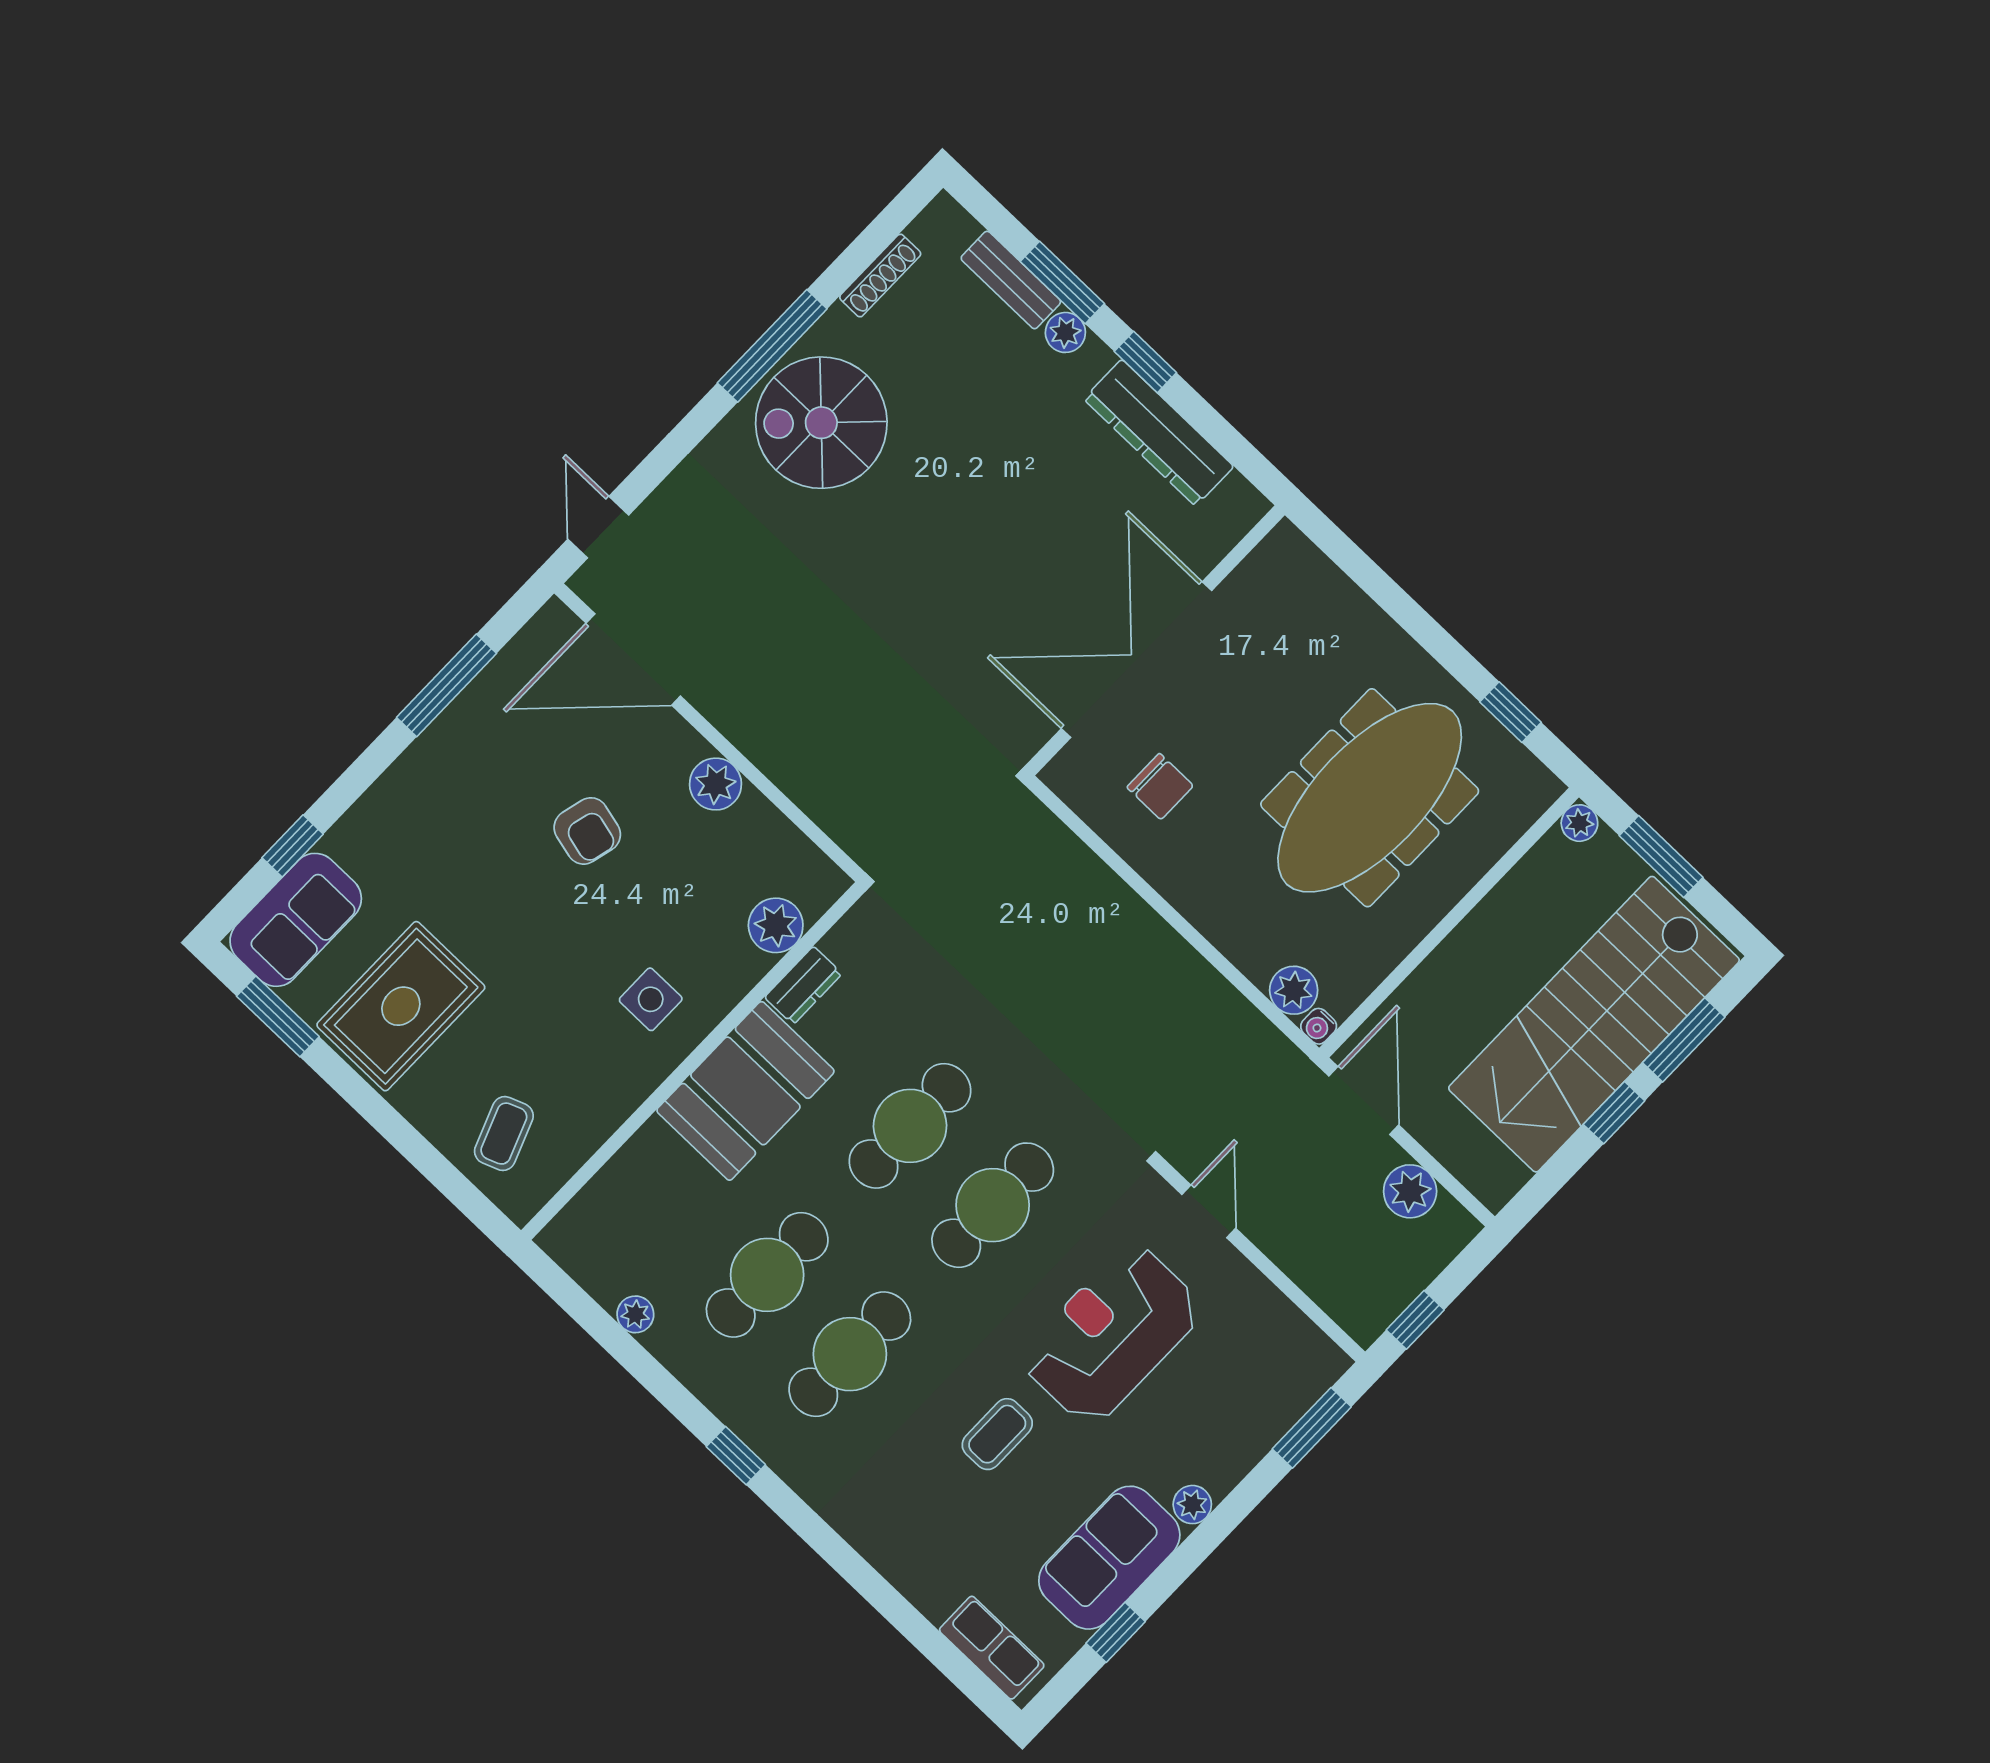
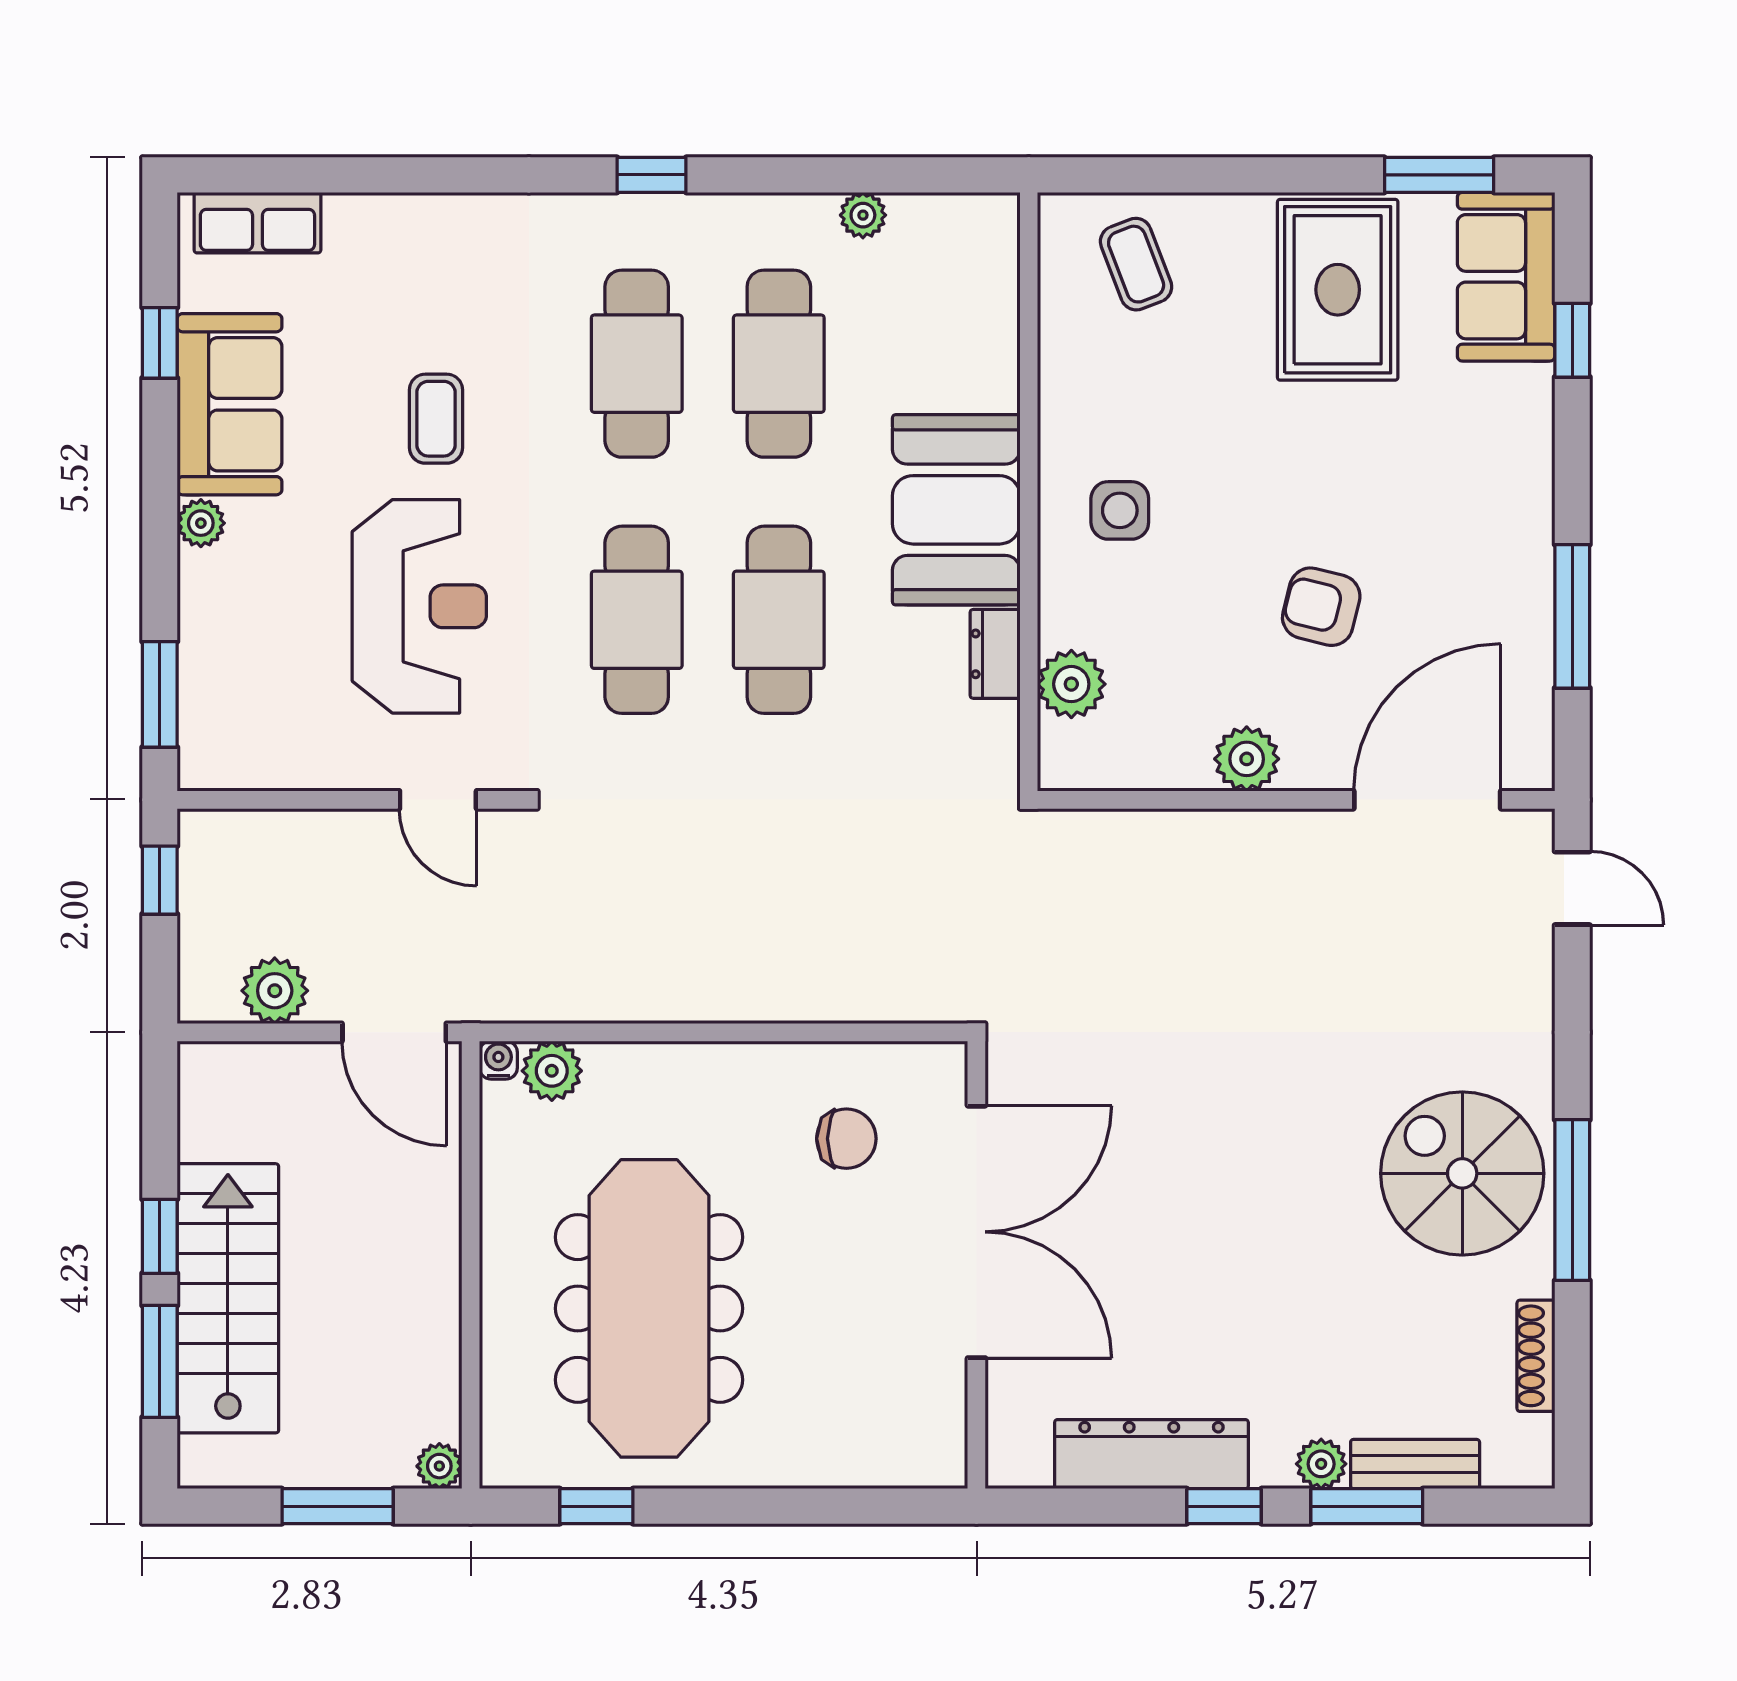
spiral stairs: (821, 423) -> (1462, 1173), turned -90
chair: (1160, 786) -> (846, 1139), turned 180
stairs: (1594, 1024) -> (228, 1298), width x0.73, depth x0.66

